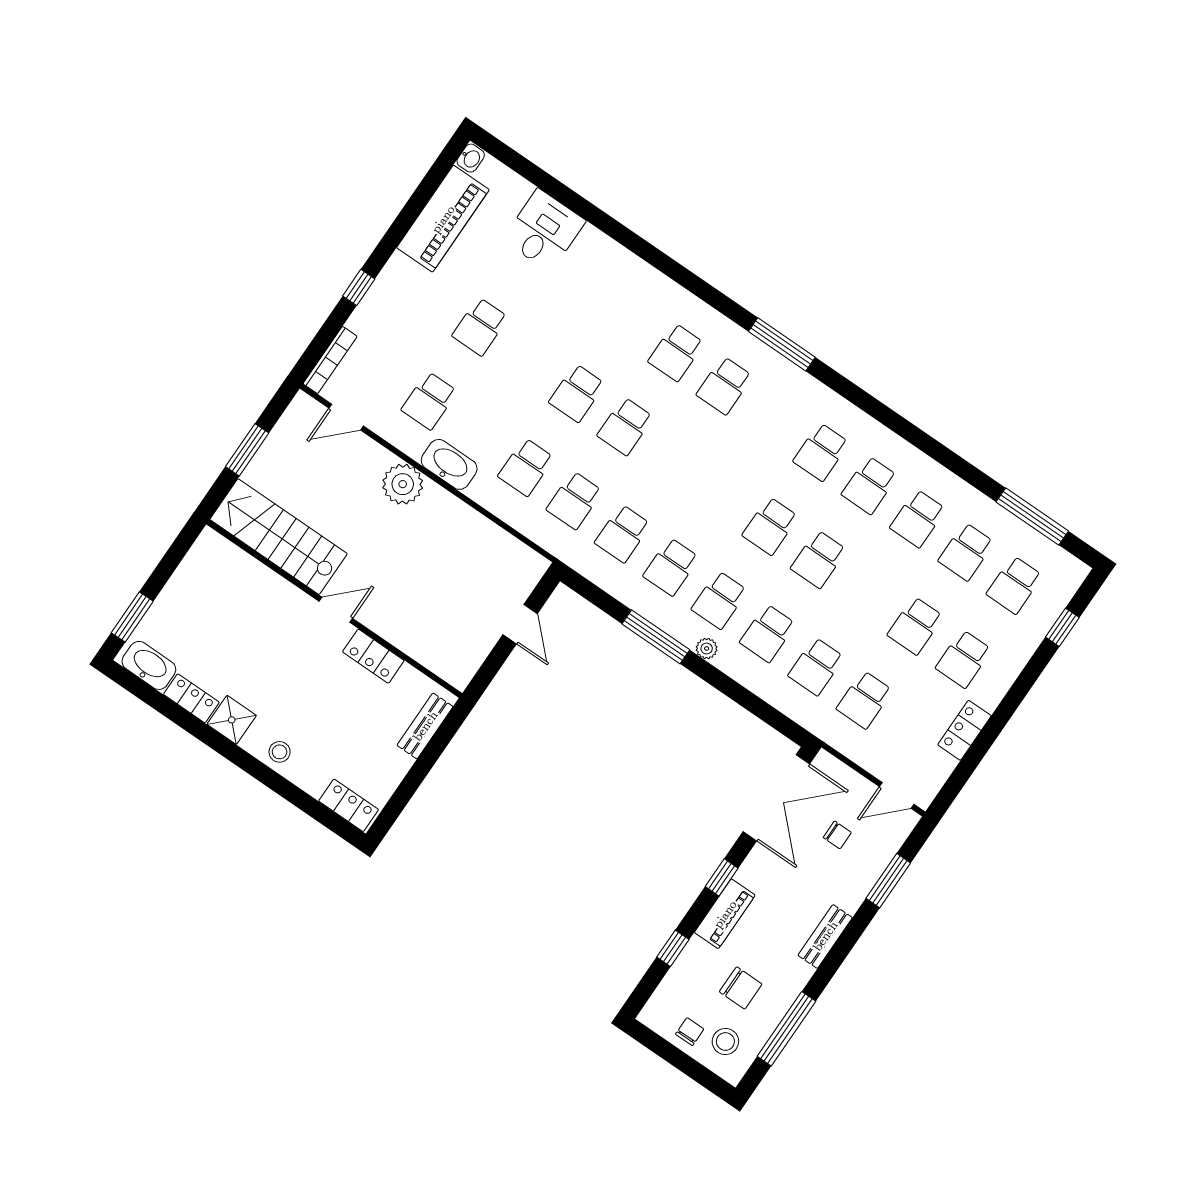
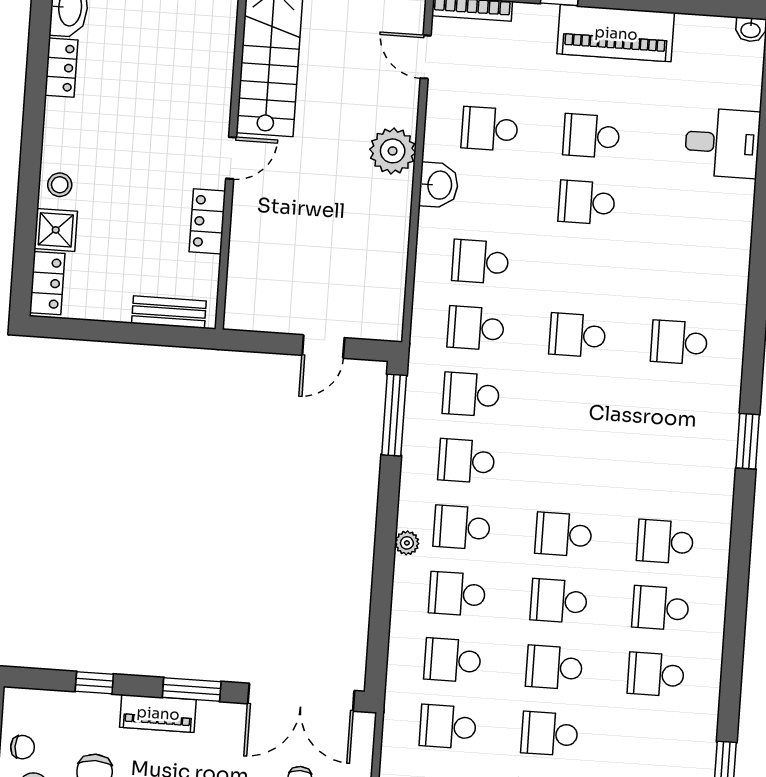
piano: (443, 219) -> (616, 33), moved
window: (782, 344) -> (748, 441), width x0.69
school desk: (724, 385) -> (674, 409), removed
school desk: (577, 393) -> (587, 202), moved
washbasin: (449, 464) -> (439, 185), width x0.72
school desk: (966, 552) -> (554, 667), moved
door: (336, 610) -> (231, 158), hinge flipped
window: (656, 637) -> (394, 415), moved
shower: (232, 720) -> (56, 230), moved
window: (722, 877) -> (192, 690), width x1.50

